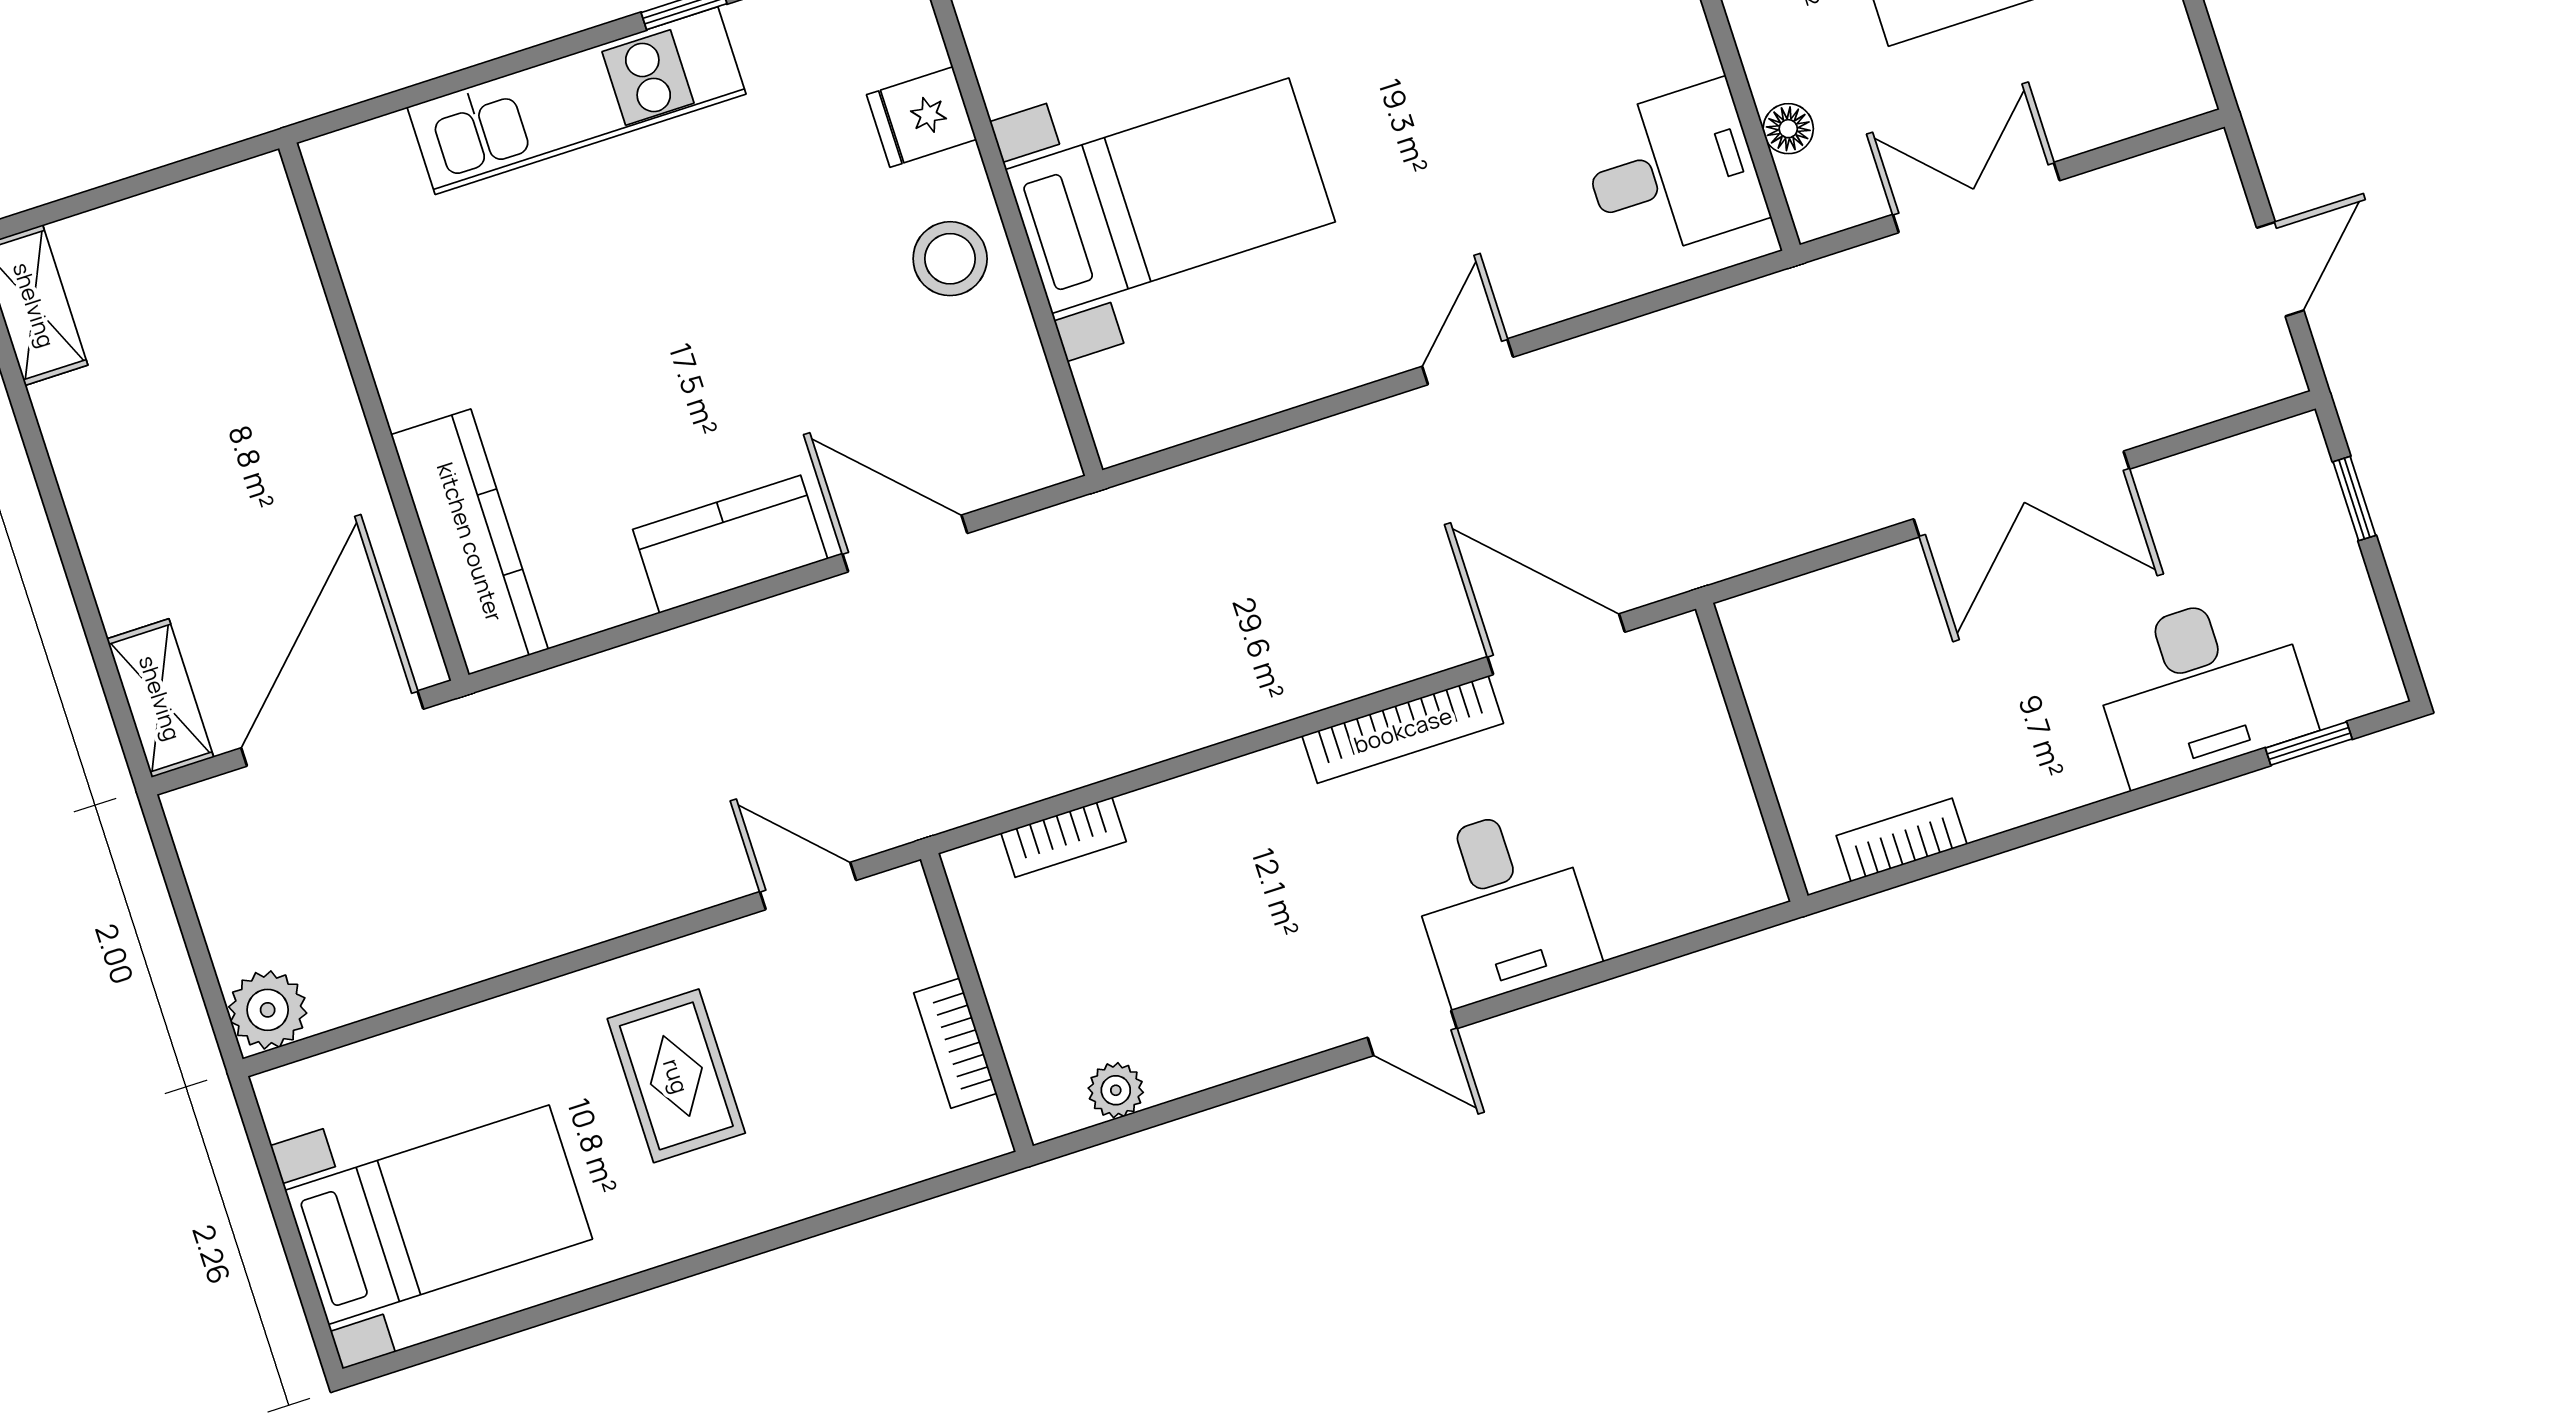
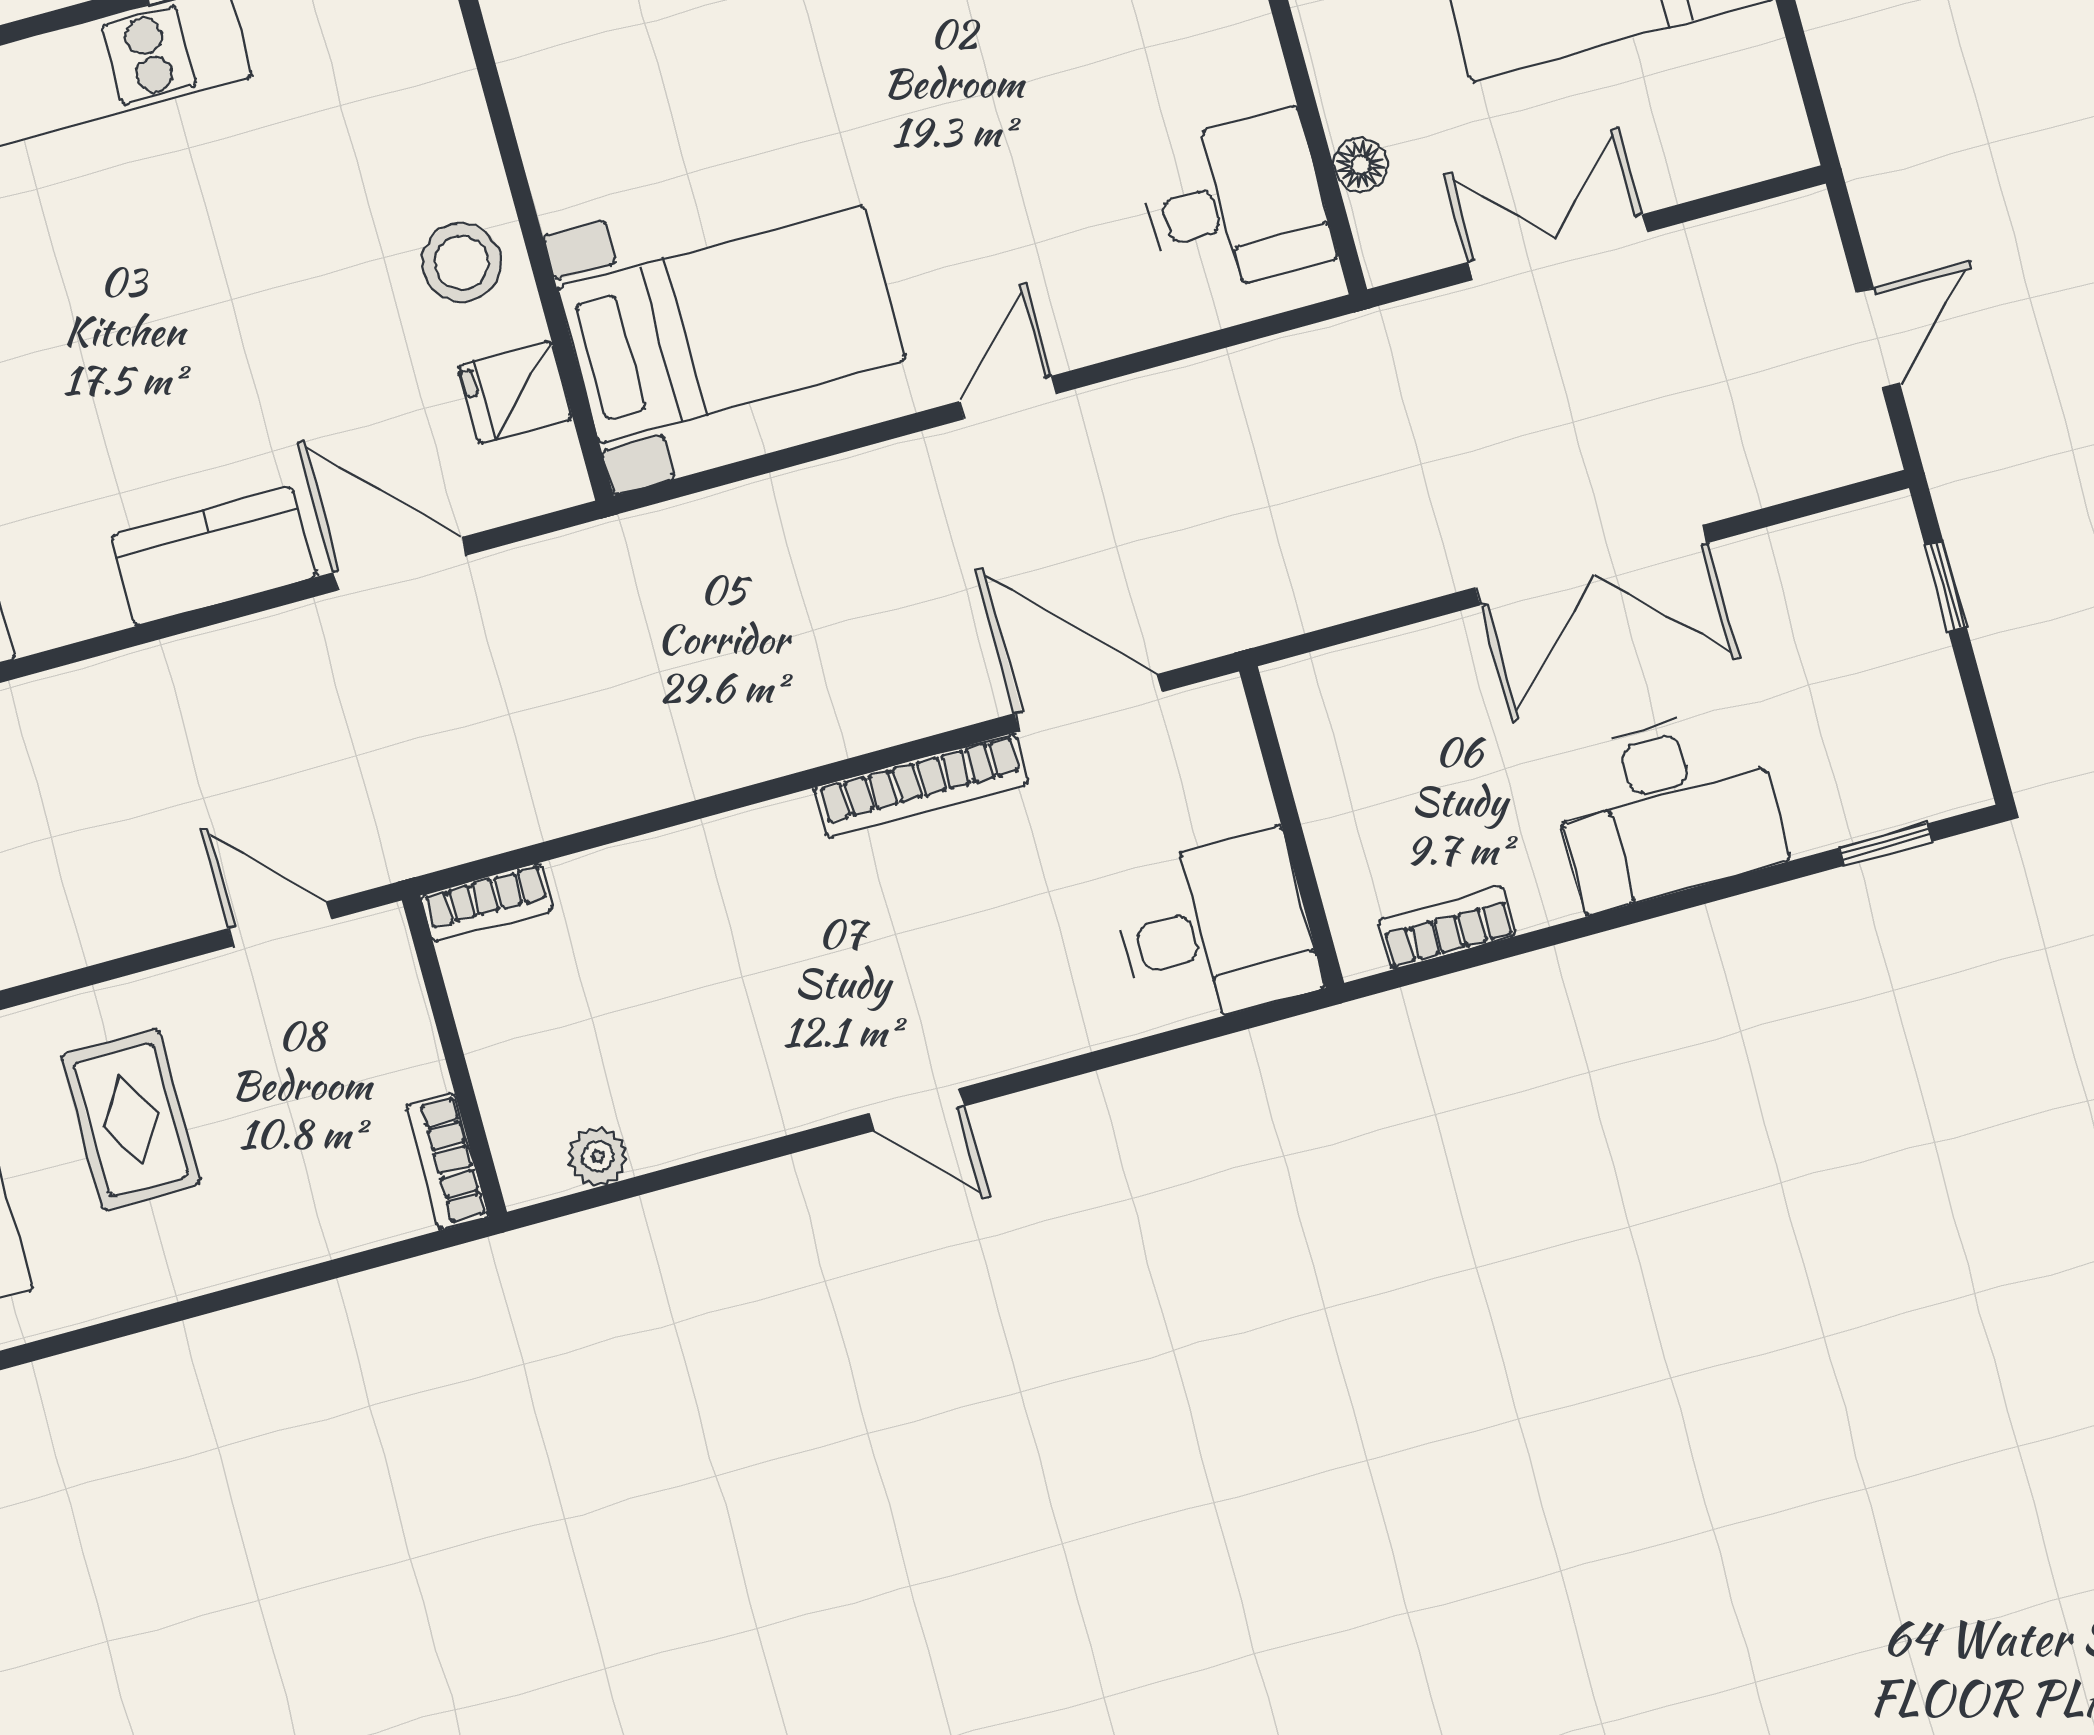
fridge: (922, 117) -> (515, 392), moved
bed with nightstands: (1170, 196) -> (732, 324), moved
desk: (2202, 687) -> (1666, 808), moved
bookcase: (1064, 837) -> (487, 903), moved
desk: (1502, 905) -> (1215, 930), moved, turned -90
bookcase: (955, 1043) -> (447, 1161), moved

